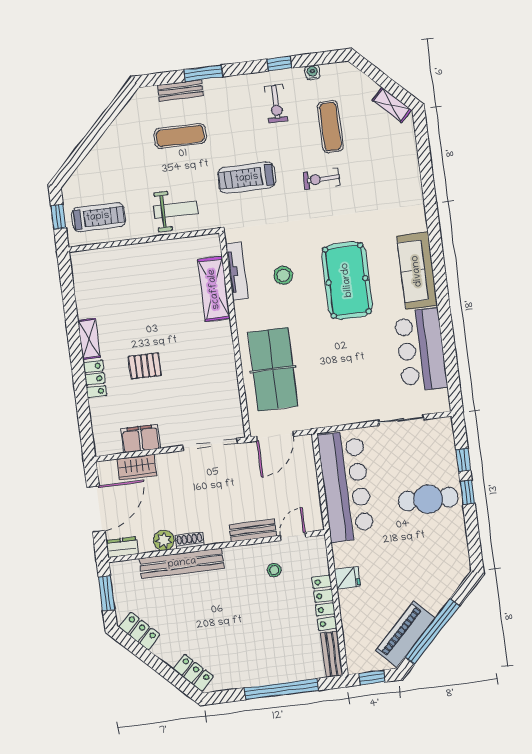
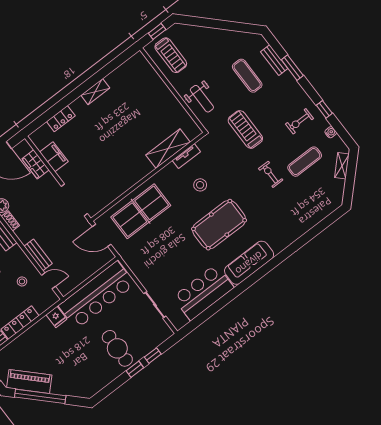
shelving: (392, 105) -> (342, 166), moved
tv unit: (237, 271) -> (186, 156), width x0.71
pallet: (145, 366) -> (98, 134), removed
locker: (95, 379) -> (61, 119), moved
fridge: (347, 578) -> (56, 317), moved

